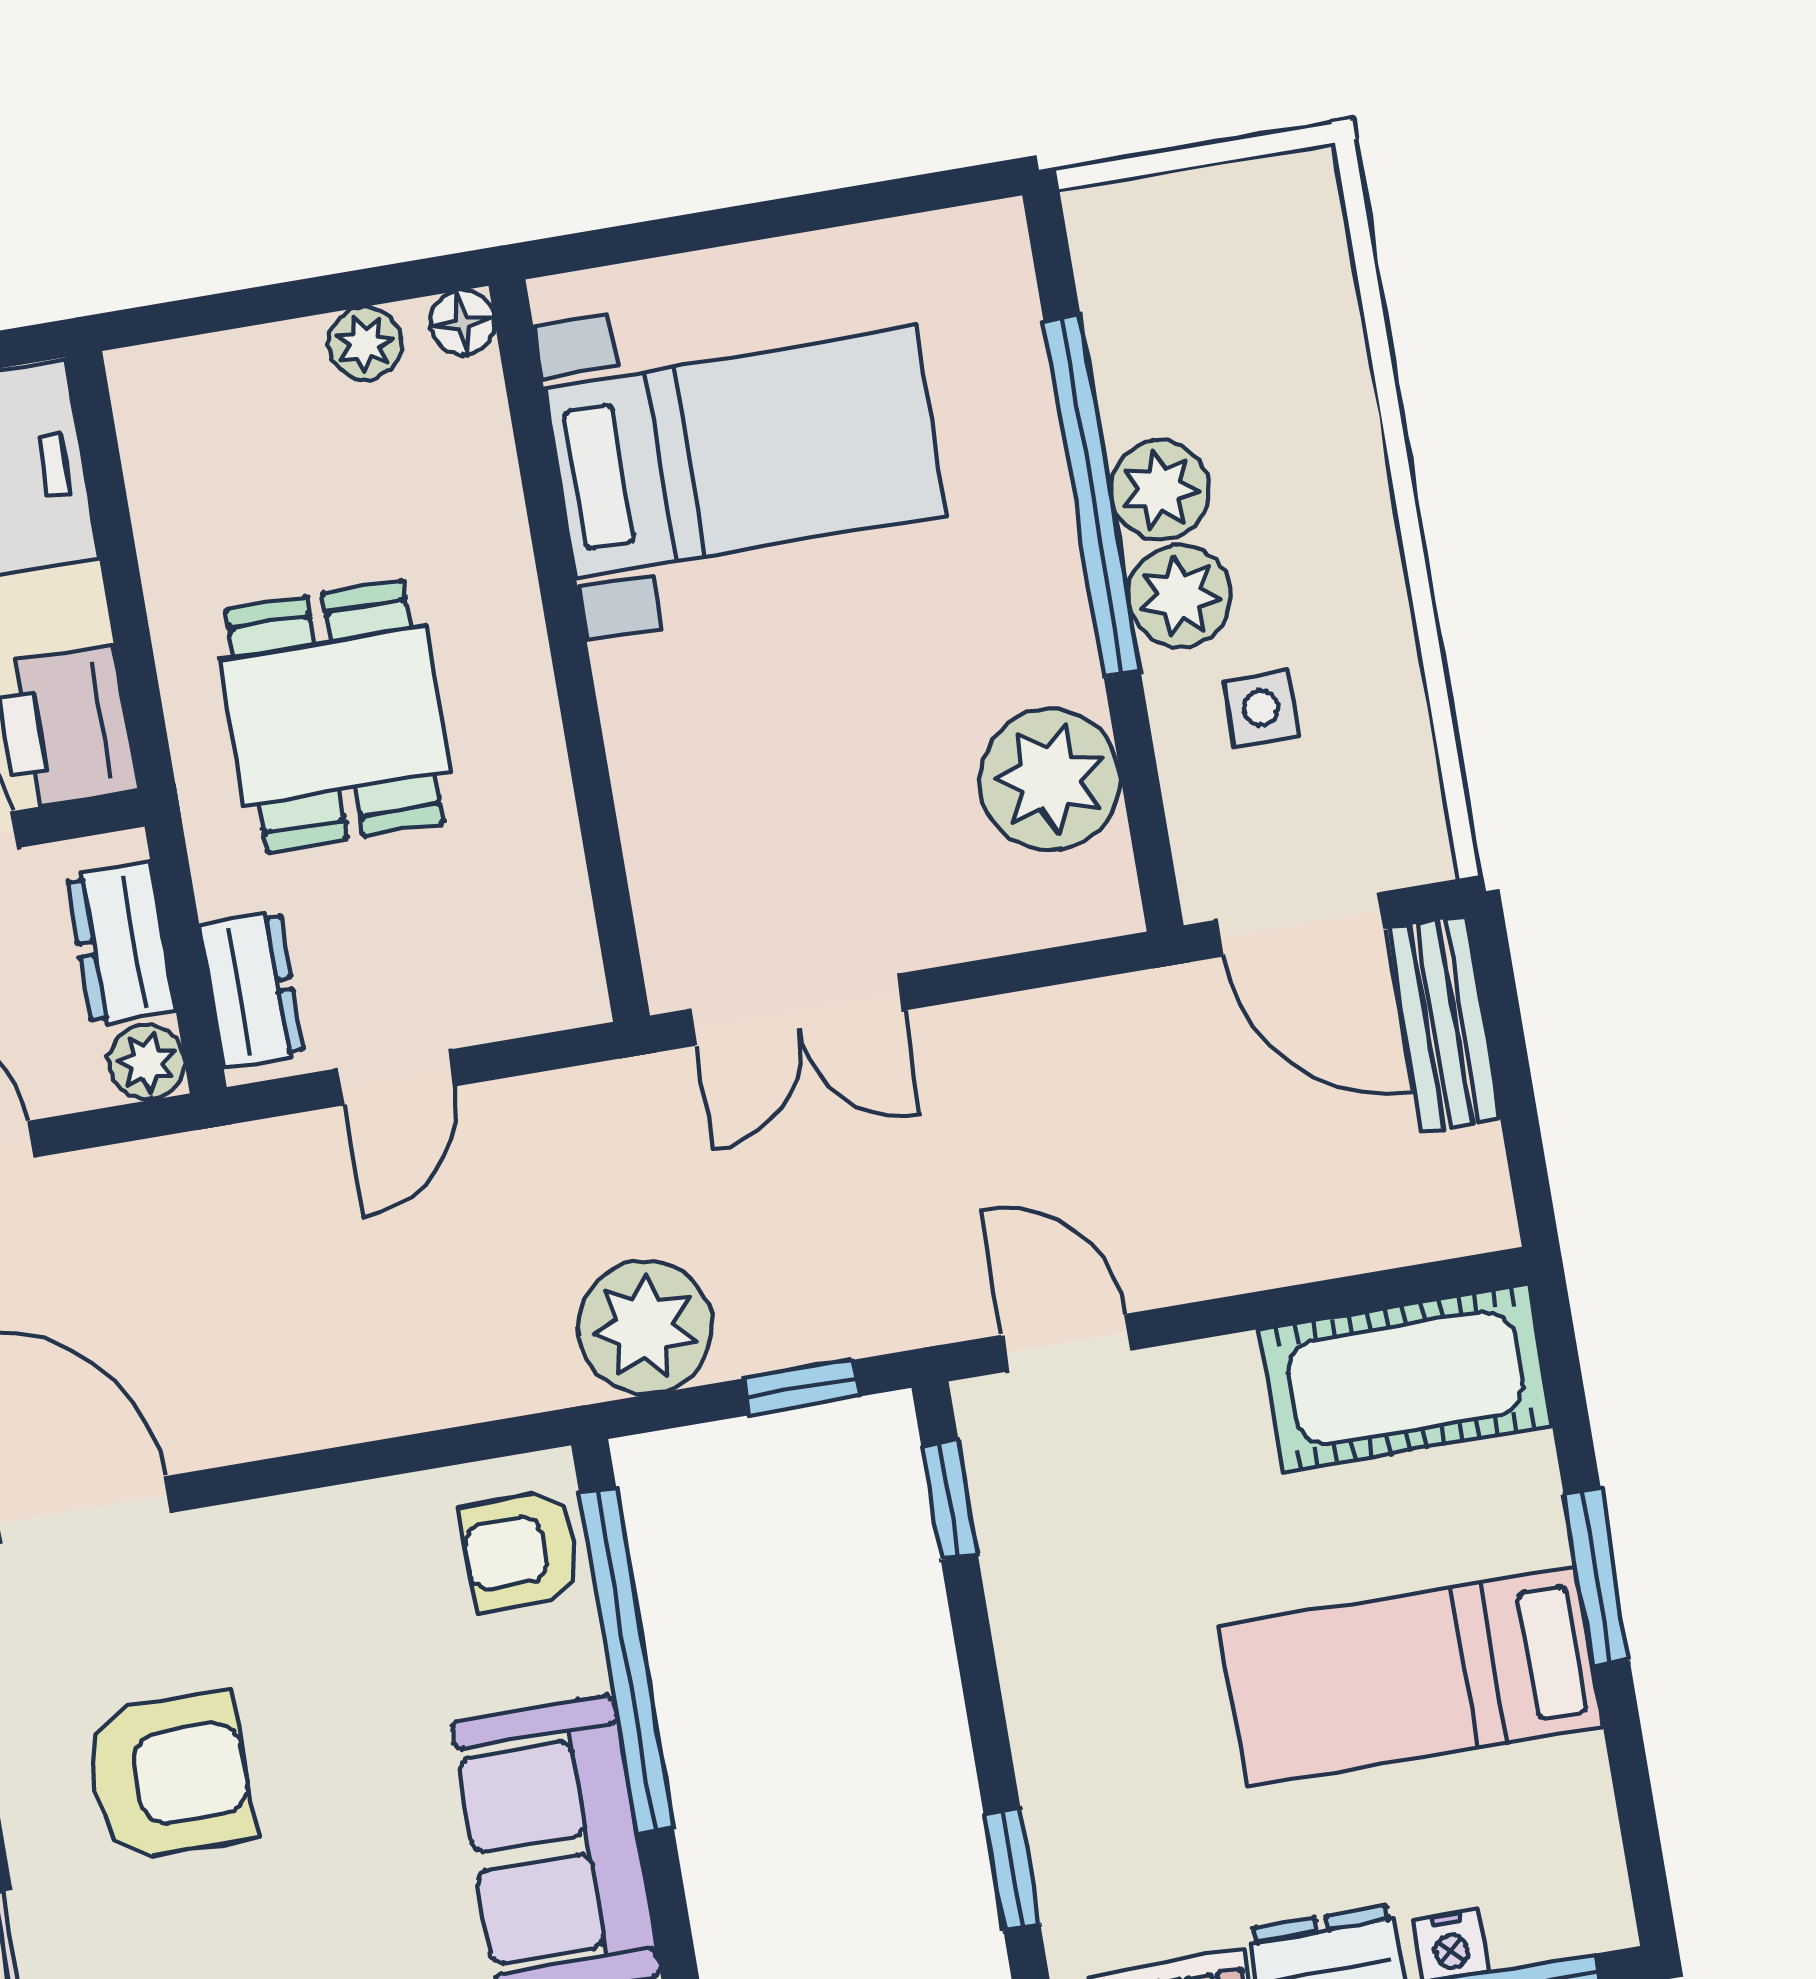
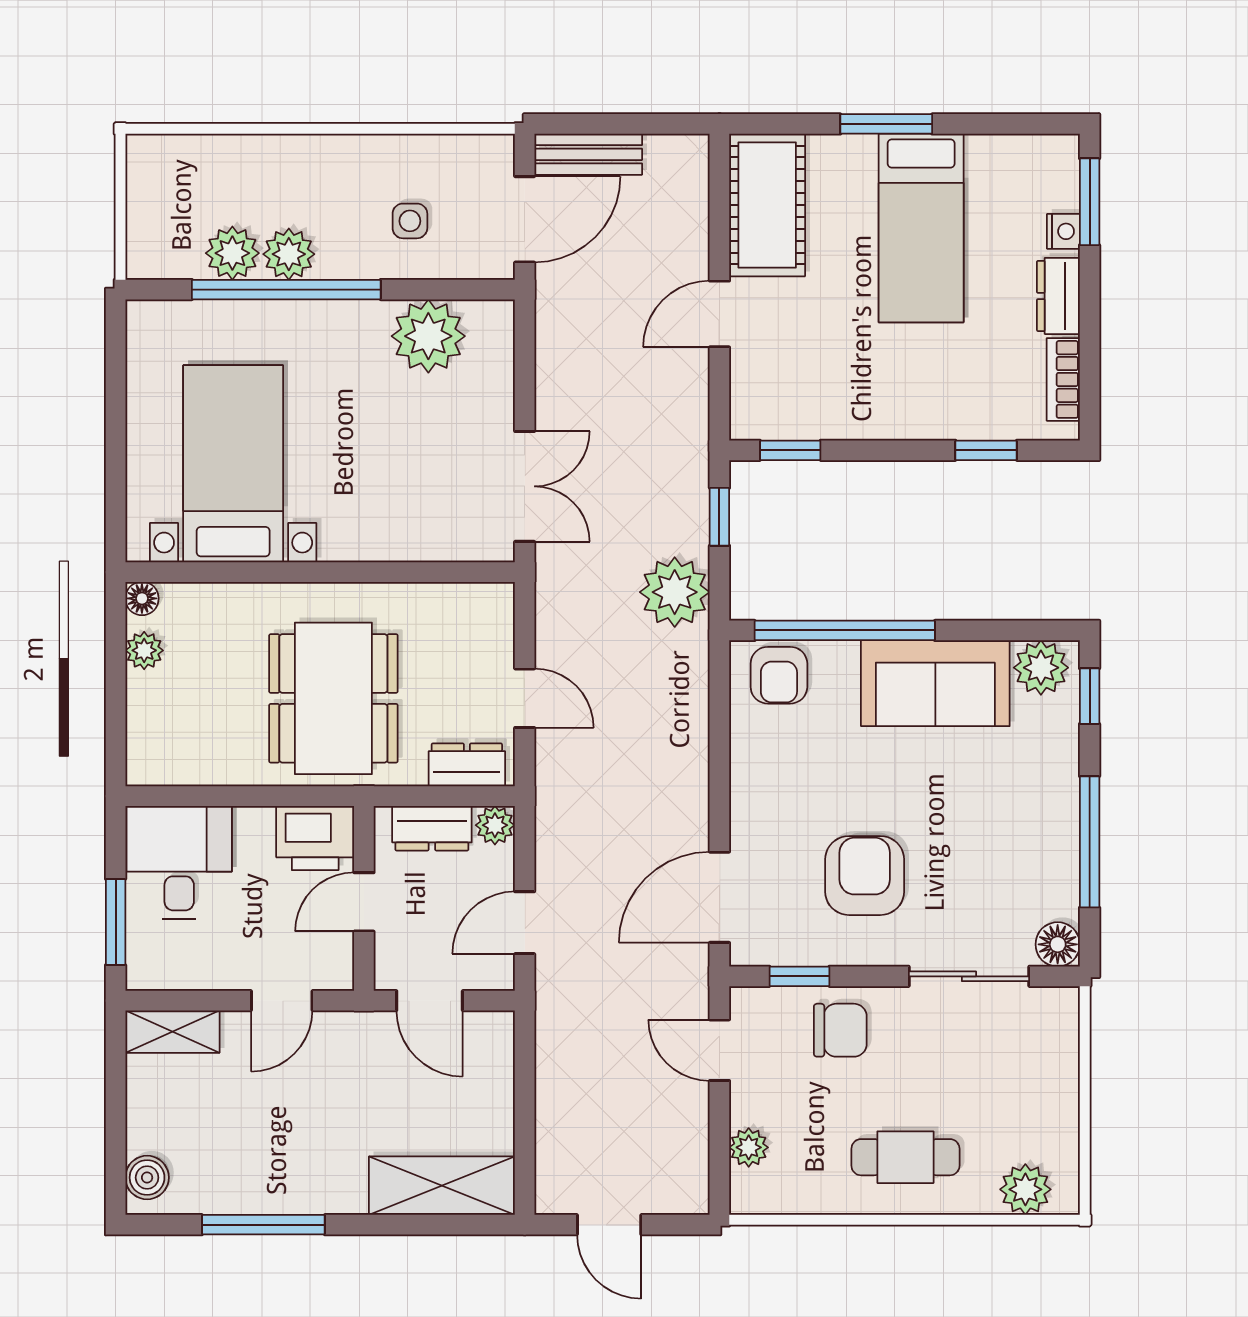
plant: (1180, 596) -> (232, 253), moved
dining table: (335, 716) -> (333, 698), width x1.37
door: (1067, 1343) -> (719, 314), moved

